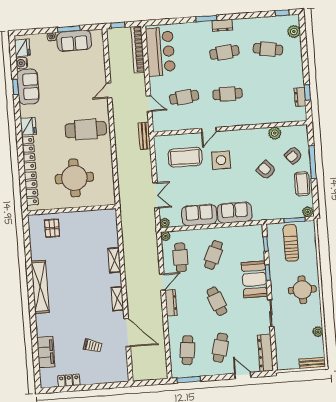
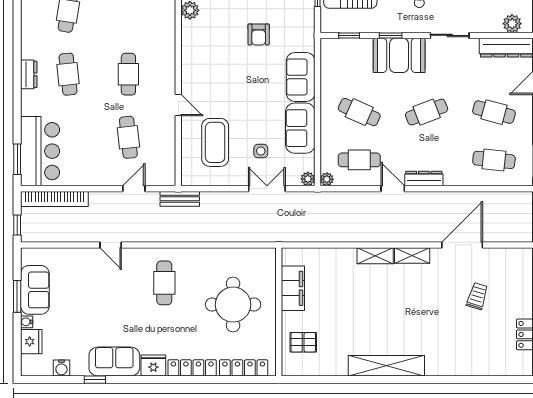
window: (206, 19) -> (17, 159), moved
fridge: (22, 48) -> (31, 342), moved, turned 90
bar counter: (160, 52) -> (40, 151), moved, turned 90
sofa: (28, 87) -> (114, 362), moved
cafe table: (86, 130) -> (164, 283), width x0.73, depth x0.74
side table: (221, 160) -> (261, 151), moved, width x0.54, depth x0.54
armchair: (266, 170) -> (259, 34), moved, turned -46
shelving: (114, 260) -> (375, 256), moved
filing cabinet: (46, 352) -> (293, 288), moved, turned 90
plant: (282, 356) -> (512, 24), added

